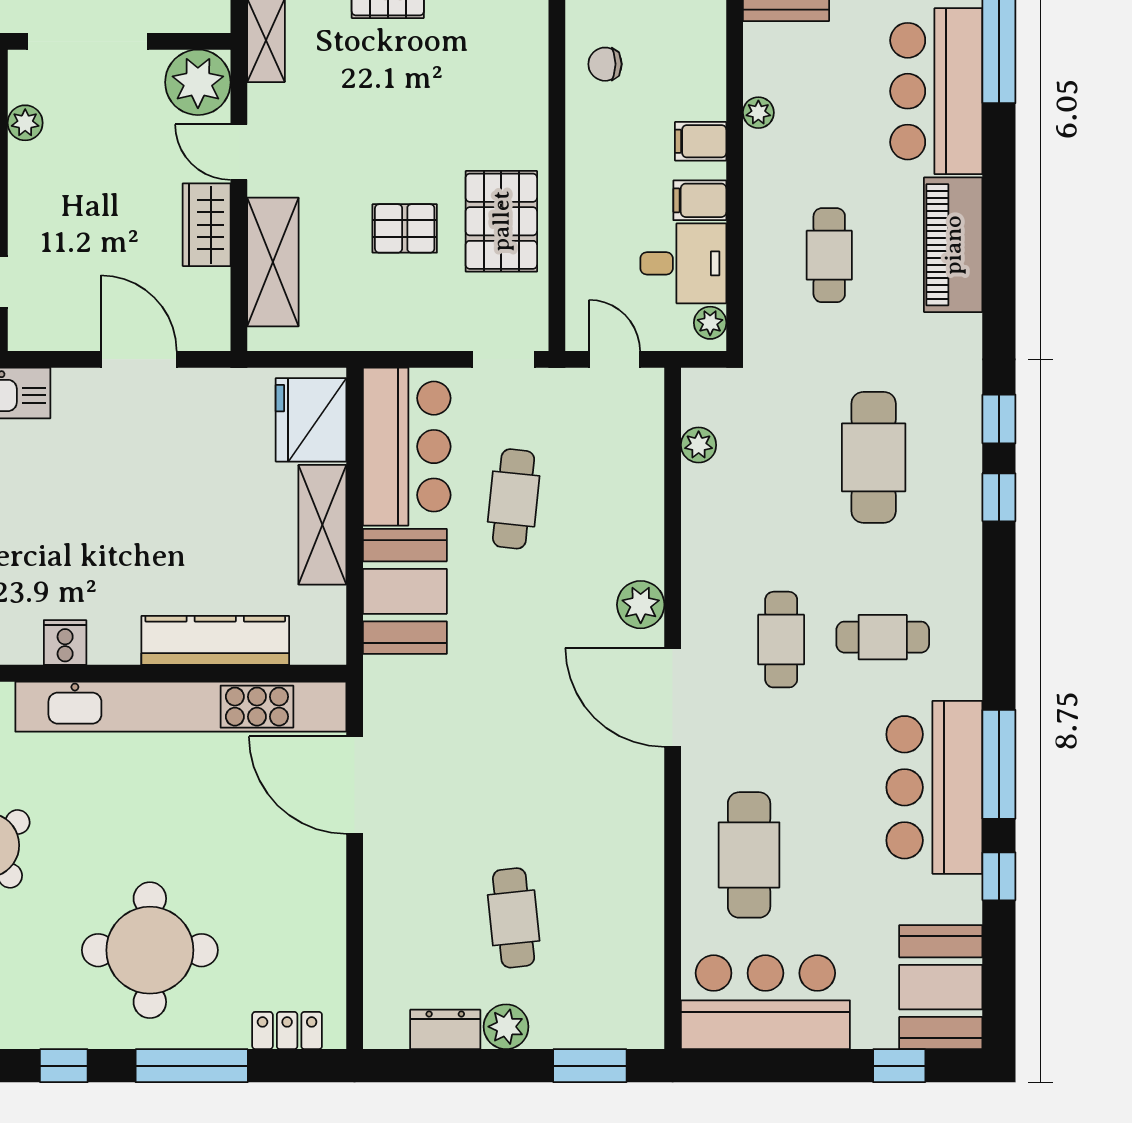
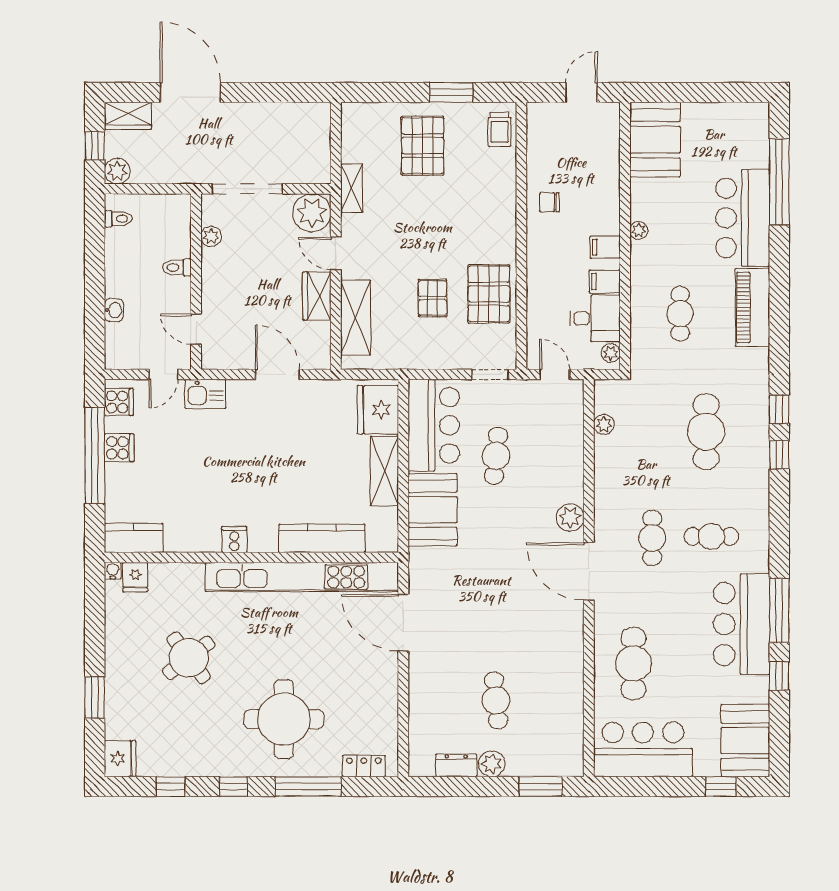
pallet: (405, 228) -> (432, 298), turned 90

